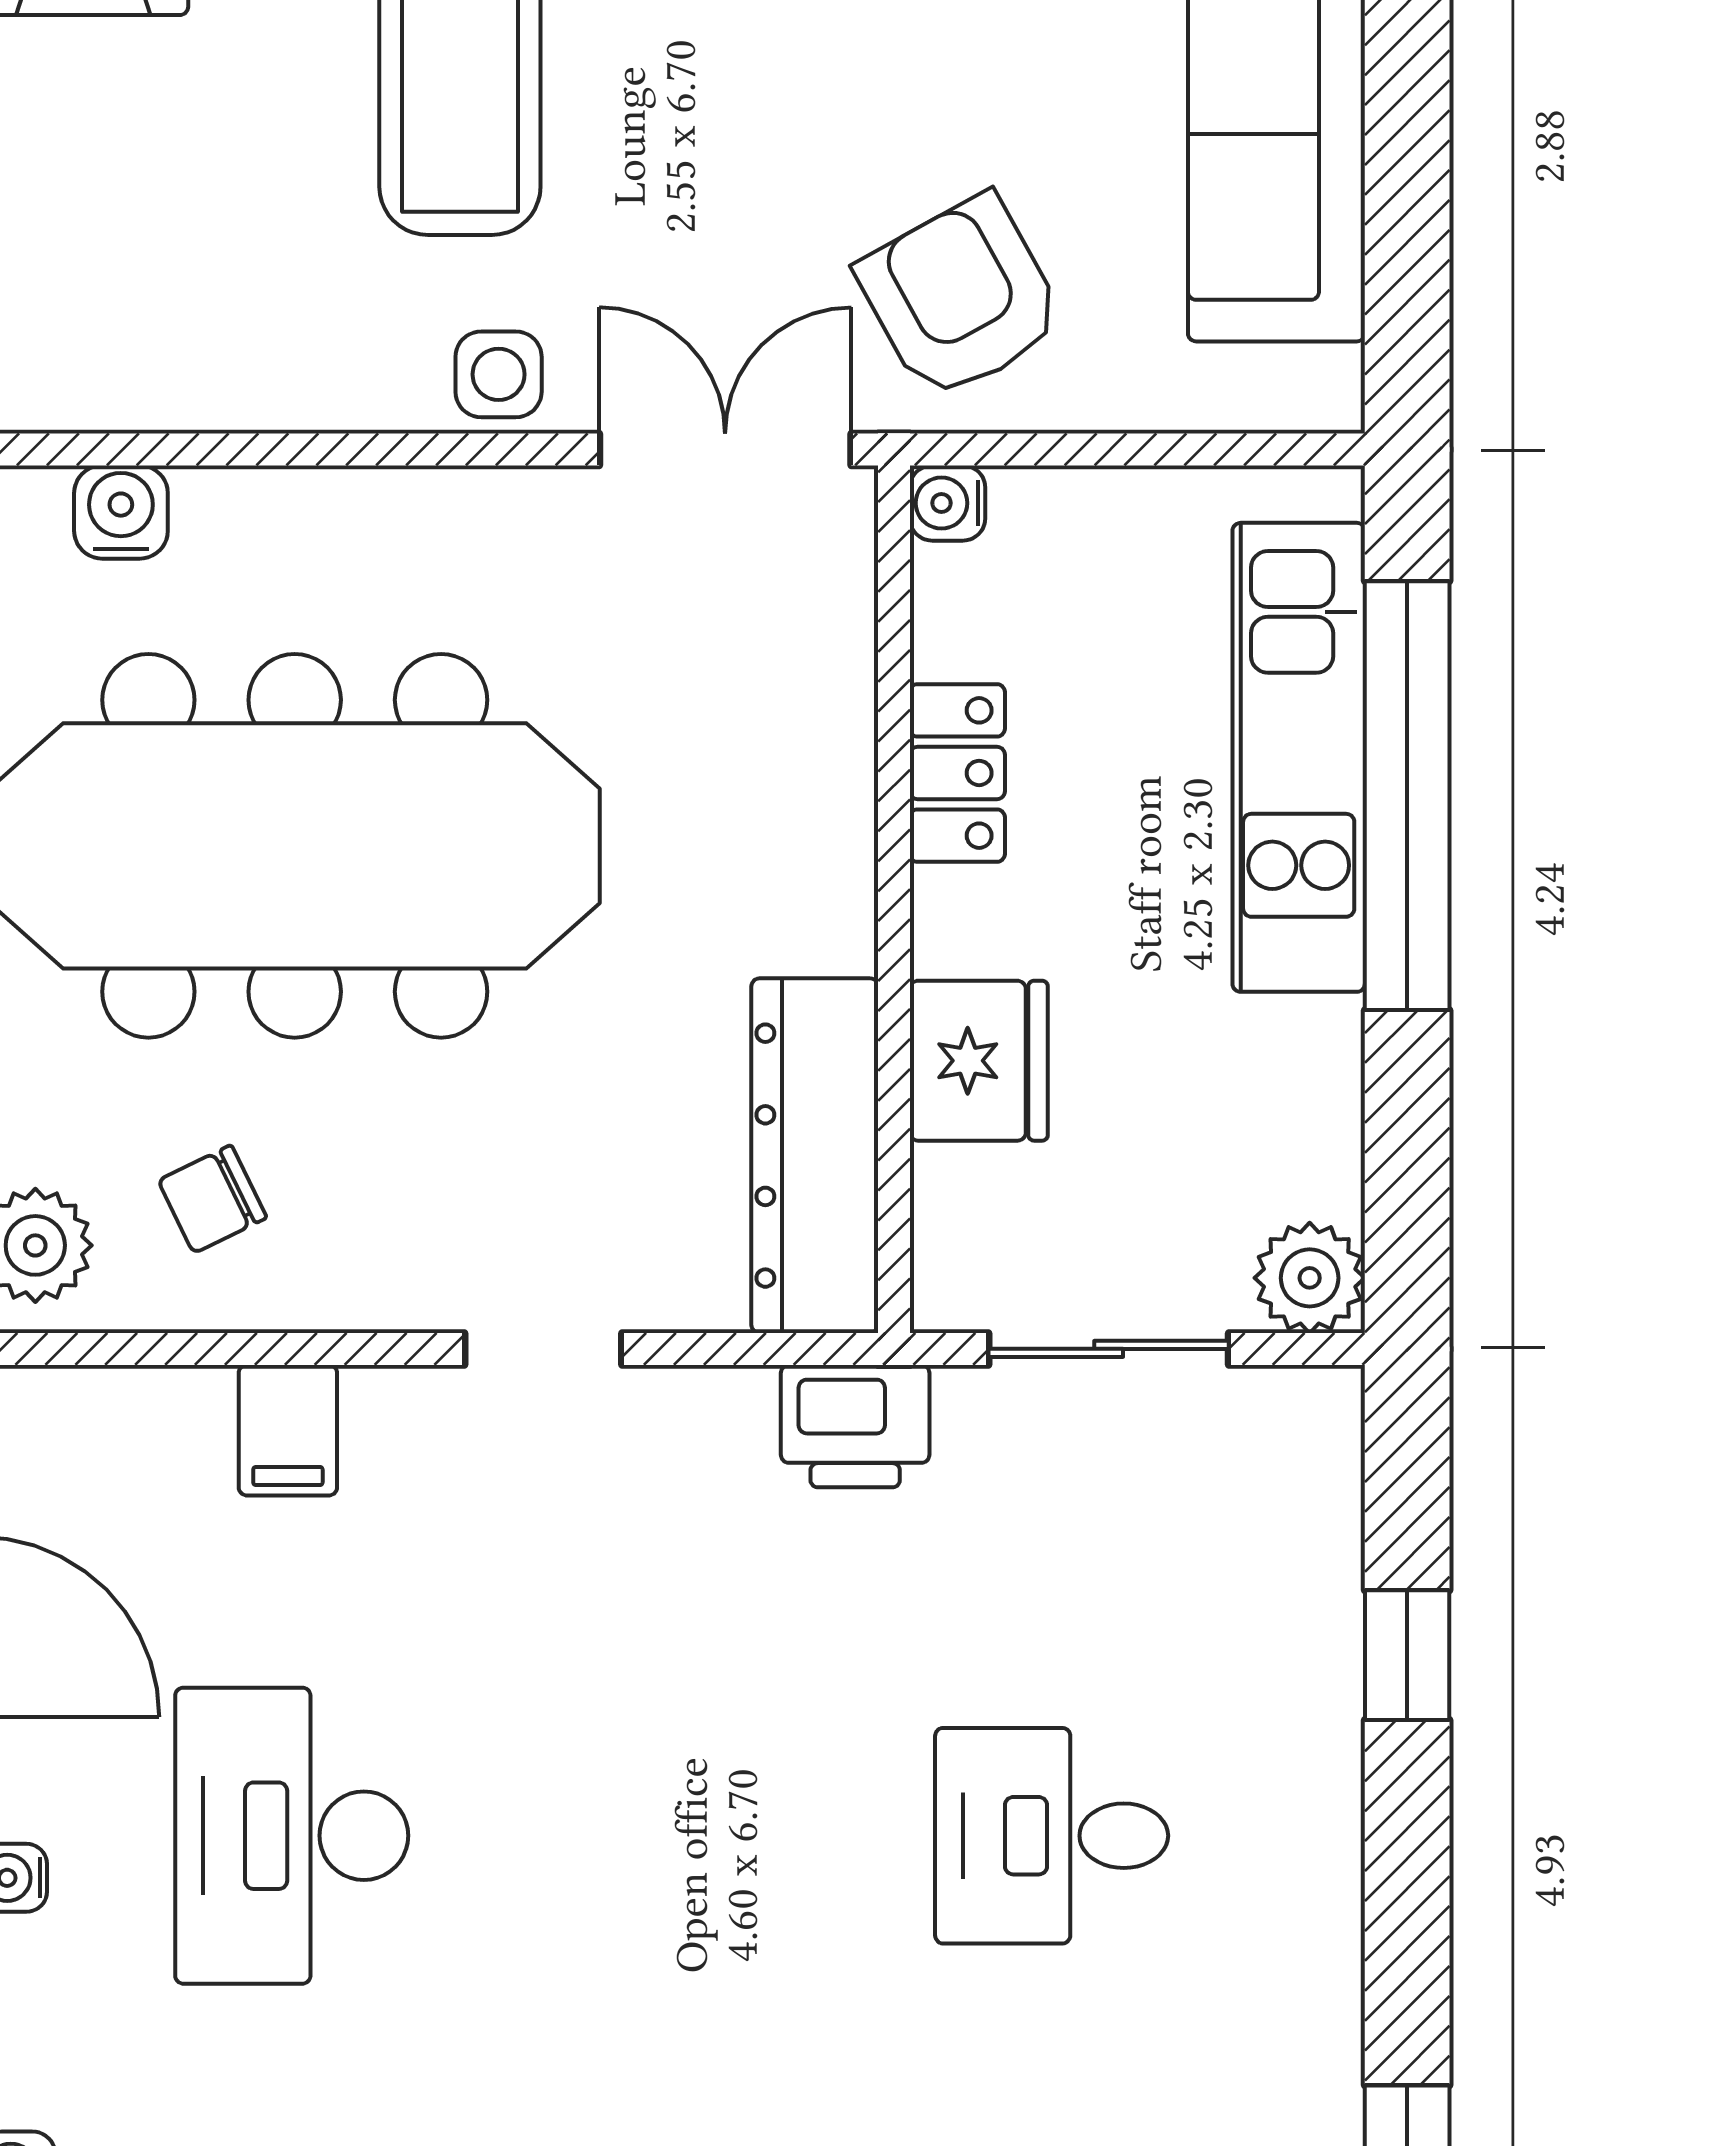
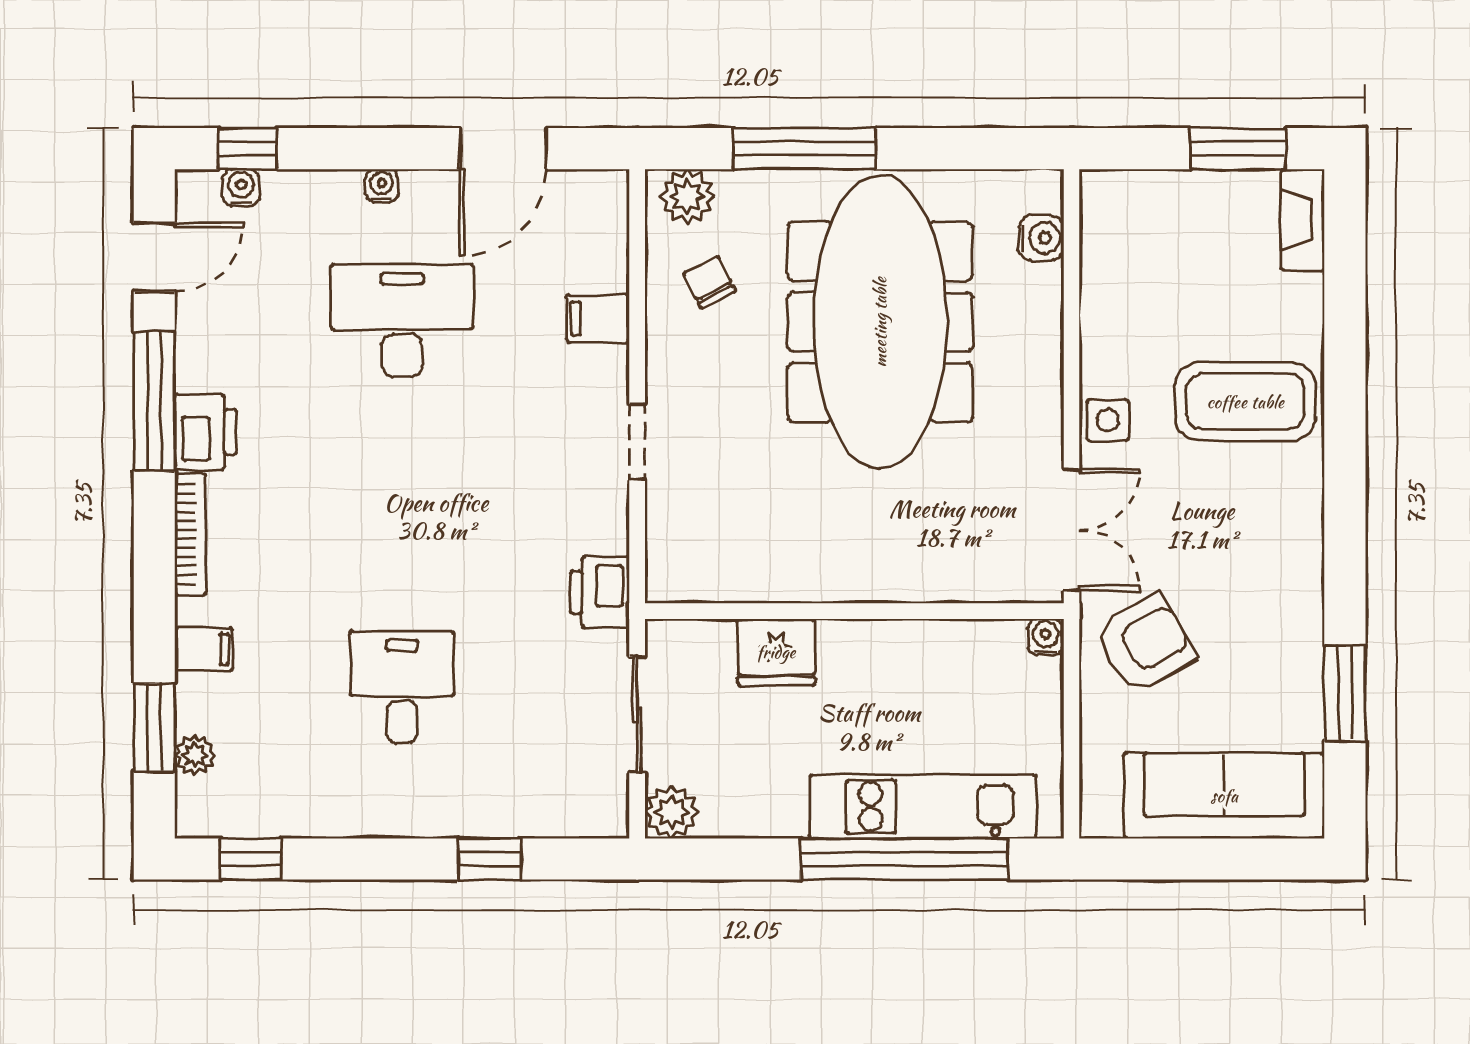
locker: (957, 773) -> (915, 642), removed
dresser: (815, 1156) -> (730, 573), removed

